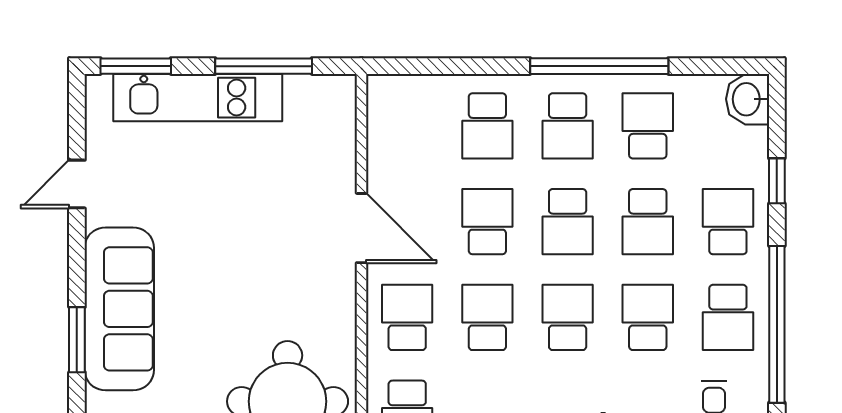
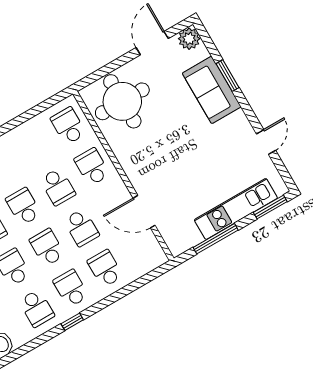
window: (599, 66) -> (72, 322), width x0.32
door: (361, 228) -> (144, 212), moved
sofa: (119, 309) -> (212, 90), width x0.73
school desk: (407, 317) -> (92, 167), turned 180
school desk: (568, 317) -> (23, 207), turned 180

